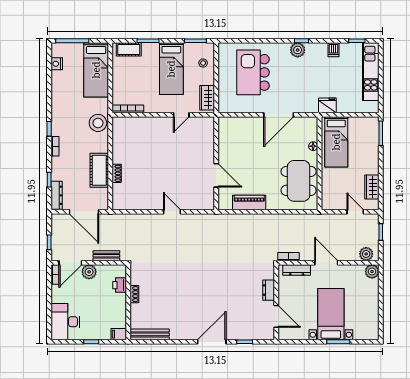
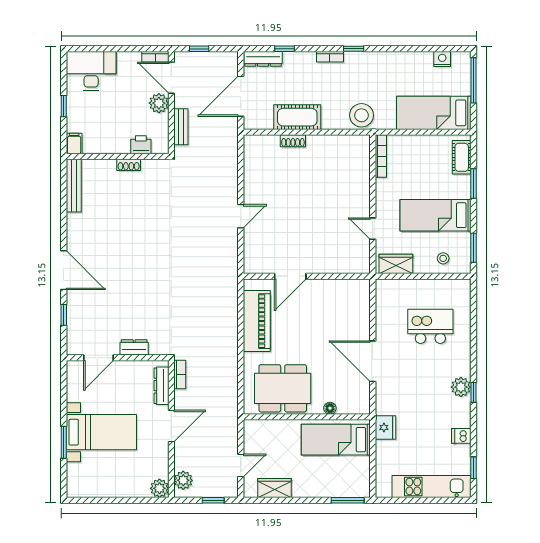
kitchen island: (253, 72) -> (430, 326), width x0.73, depth x0.78
piano: (249, 202) -> (257, 321), width x1.37, depth x1.33

